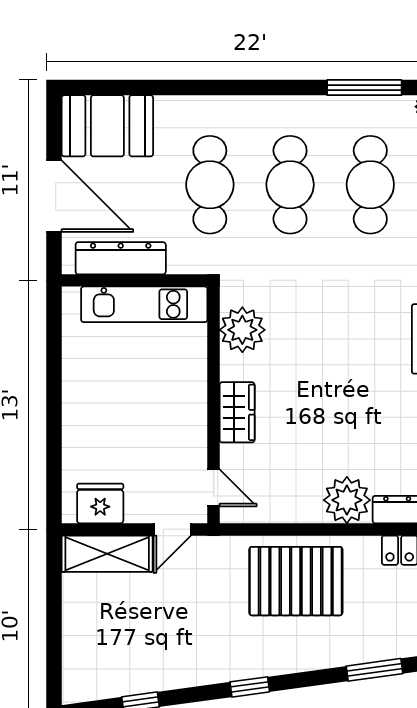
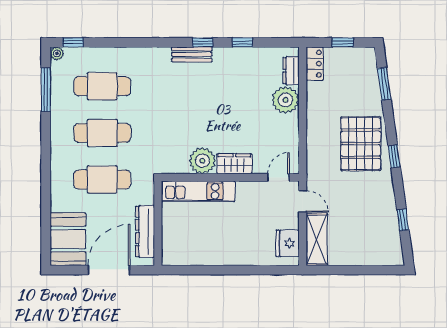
kitchen unit: (144, 304) -> (198, 191), moved, turned 90
plant: (242, 330) -> (202, 161), moved
pallet: (296, 581) -> (361, 144), moved

